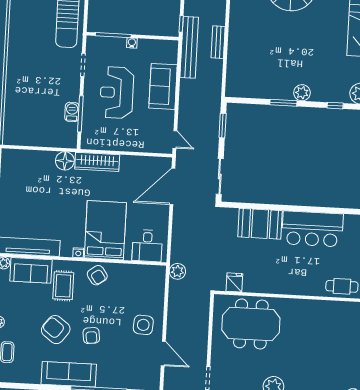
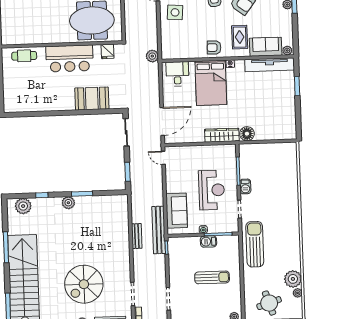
barbecue: (127, 27) -> (208, 242), added
sofa: (163, 86) -> (177, 211), moved
barbecue: (72, 112) -> (245, 186), moved
bar counter: (312, 229) -> (70, 58), moved, turned 180
armchair: (97, 275) -> (214, 48), turned -52

